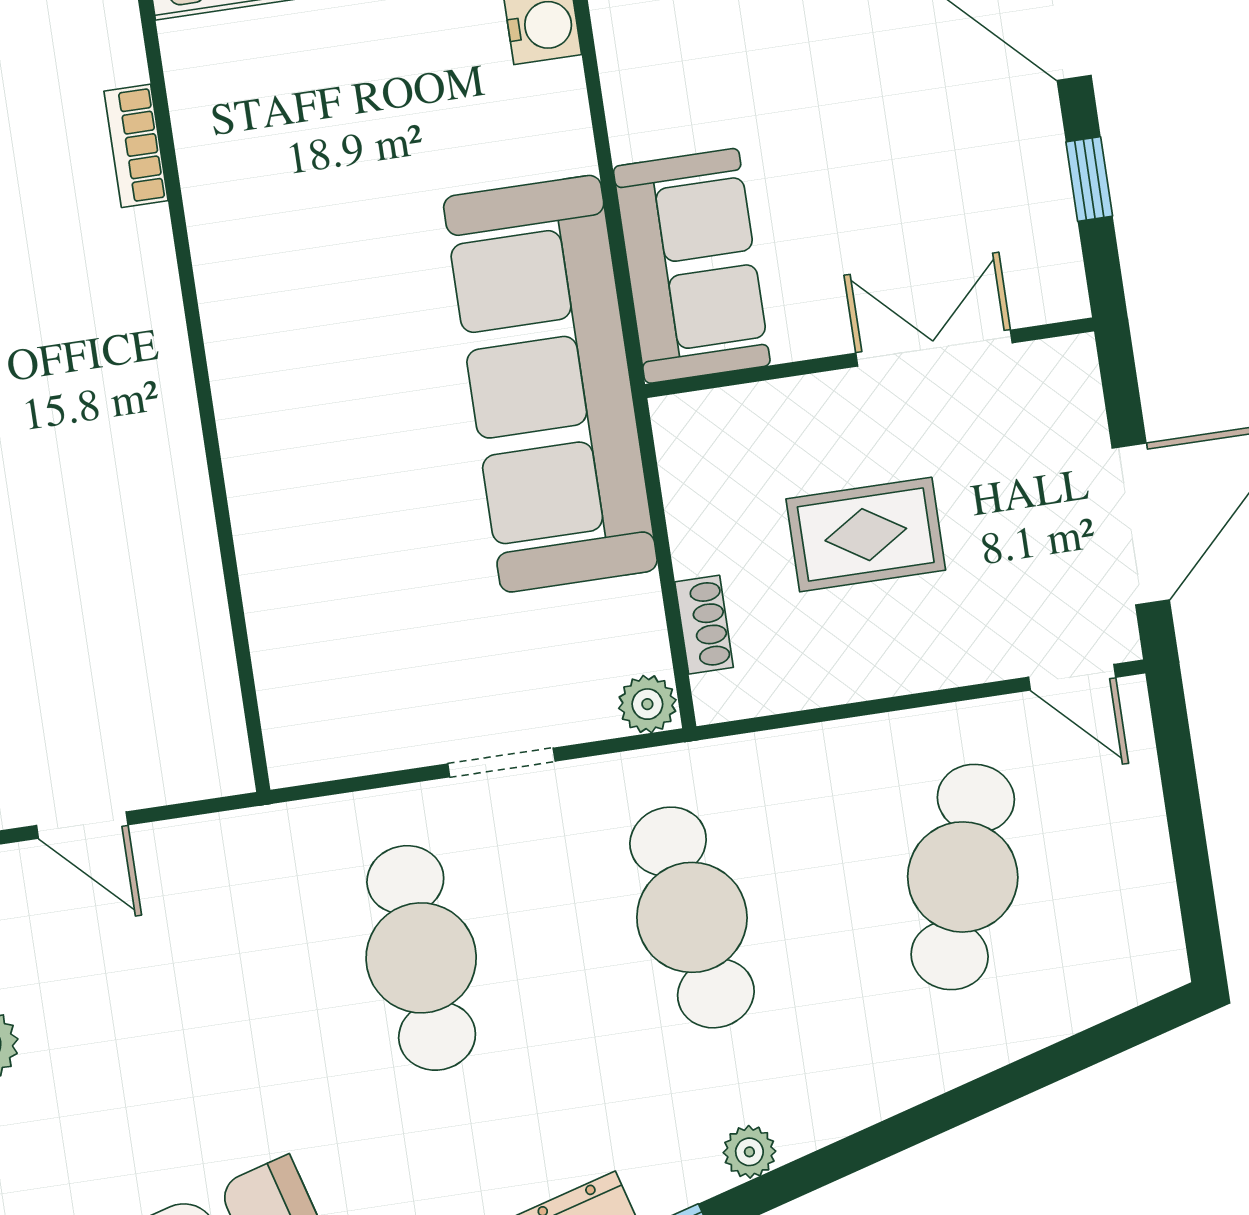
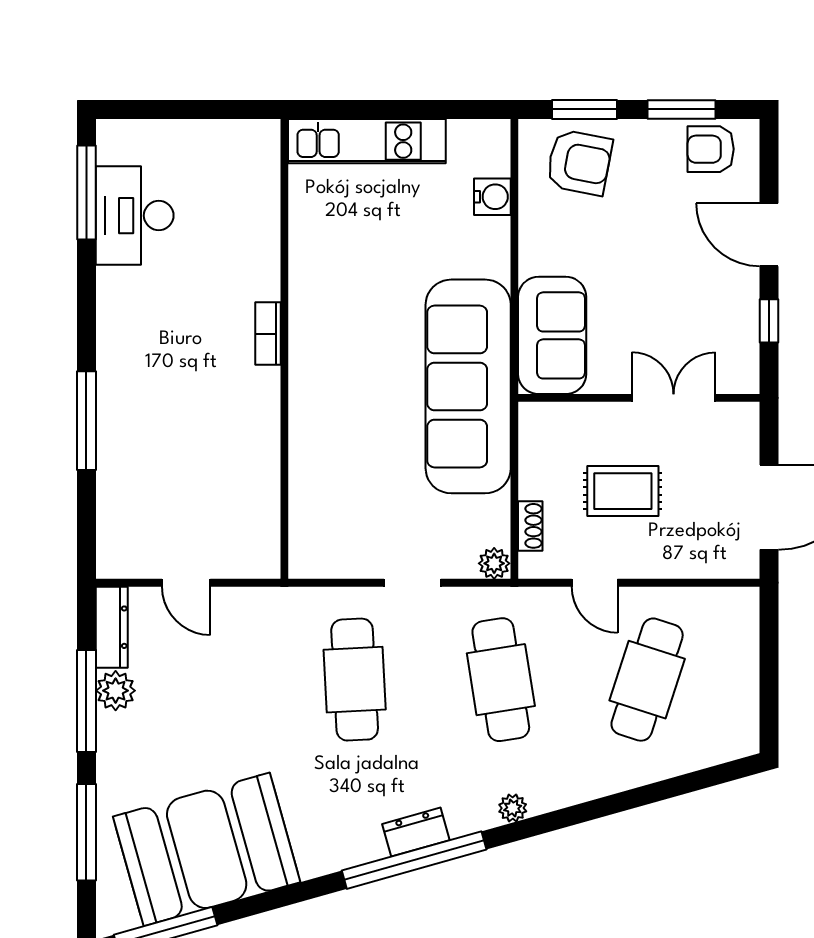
bookcase: (136, 146) -> (268, 334), moved
door: (1072, 677) -> (595, 583), moved

